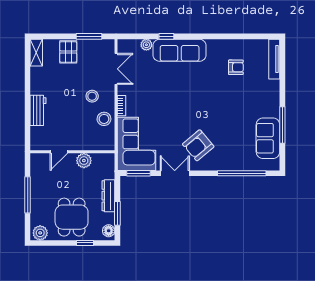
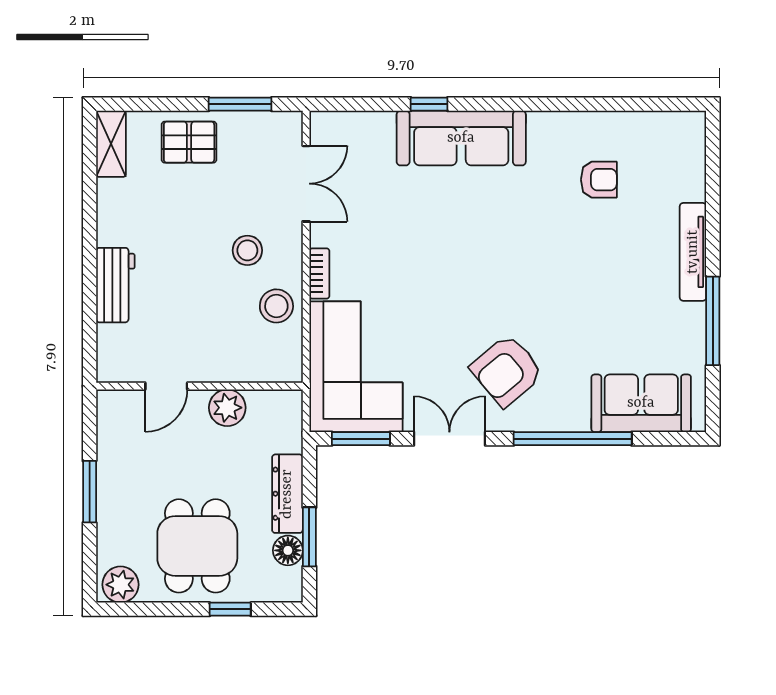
plant: (146, 45) -> (380, 125), removed
pallet: (68, 52) -> (189, 142), turned 90
tv unit: (274, 59) -> (693, 252), moved
sofa: (268, 138) -> (641, 403), moved, turned 90
window: (242, 173) -> (573, 439), moved
window: (28, 195) -> (90, 492), width x0.69
floor lamp: (109, 231) -> (288, 550), moved

